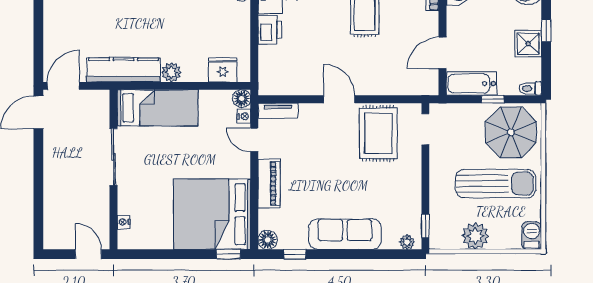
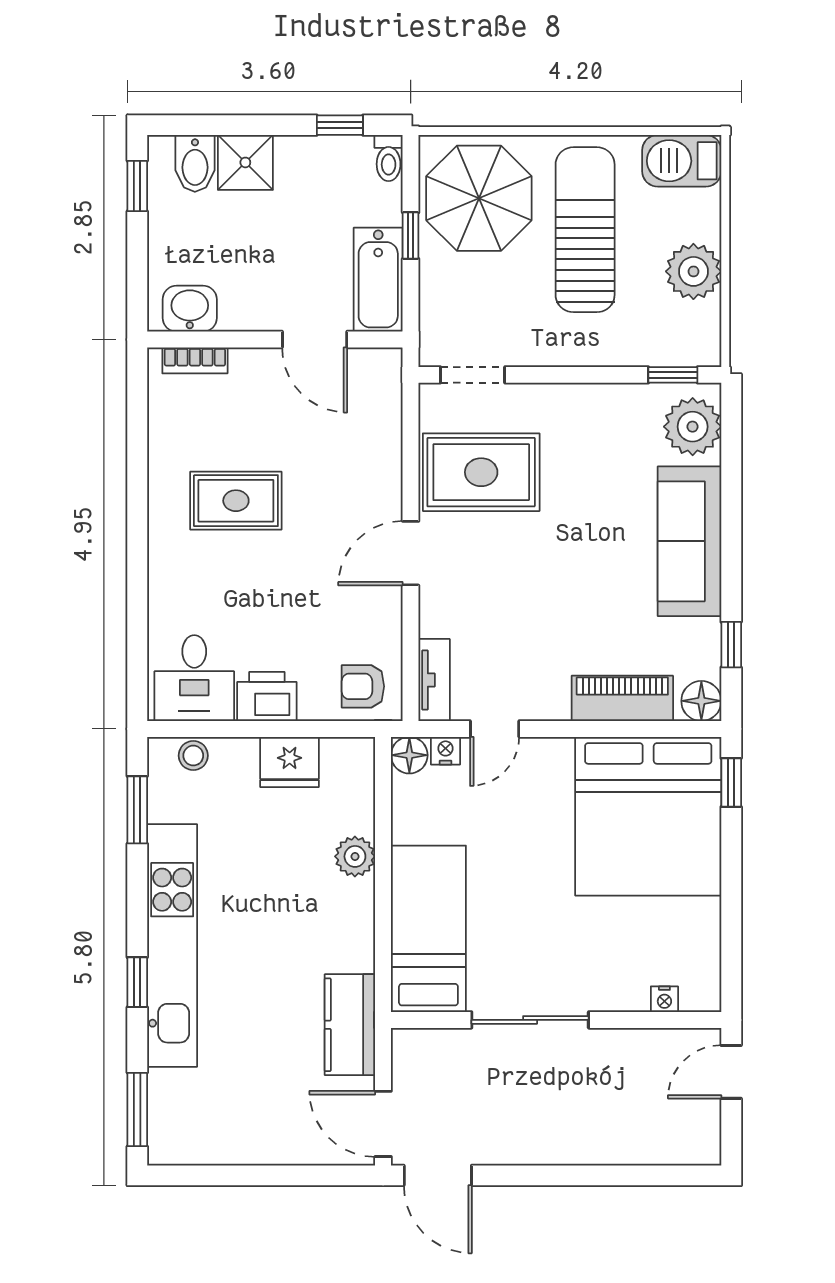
window: (546, 31) -> (340, 125), moved
shower: (528, 44) -> (245, 162), moved
kitchen counter: (123, 70) -> (350, 1025), width x0.67
fridge: (223, 70) -> (290, 762), moved, turned -90
plant: (171, 72) -> (355, 856), moved
armchair: (275, 76) -> (363, 686), added
piano: (269, 184) -> (622, 698), moved
barbecue: (532, 236) -> (682, 161), width x1.38, depth x1.27
plant: (407, 242) -> (693, 427), width x1.87, depth x1.87

